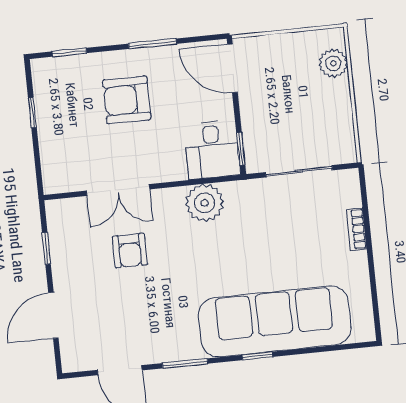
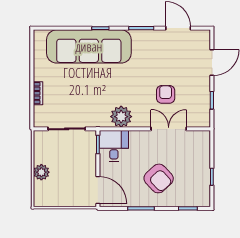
plant: (333, 63) -> (41, 172), moved
armchair: (127, 100) -> (159, 178), turned 47

